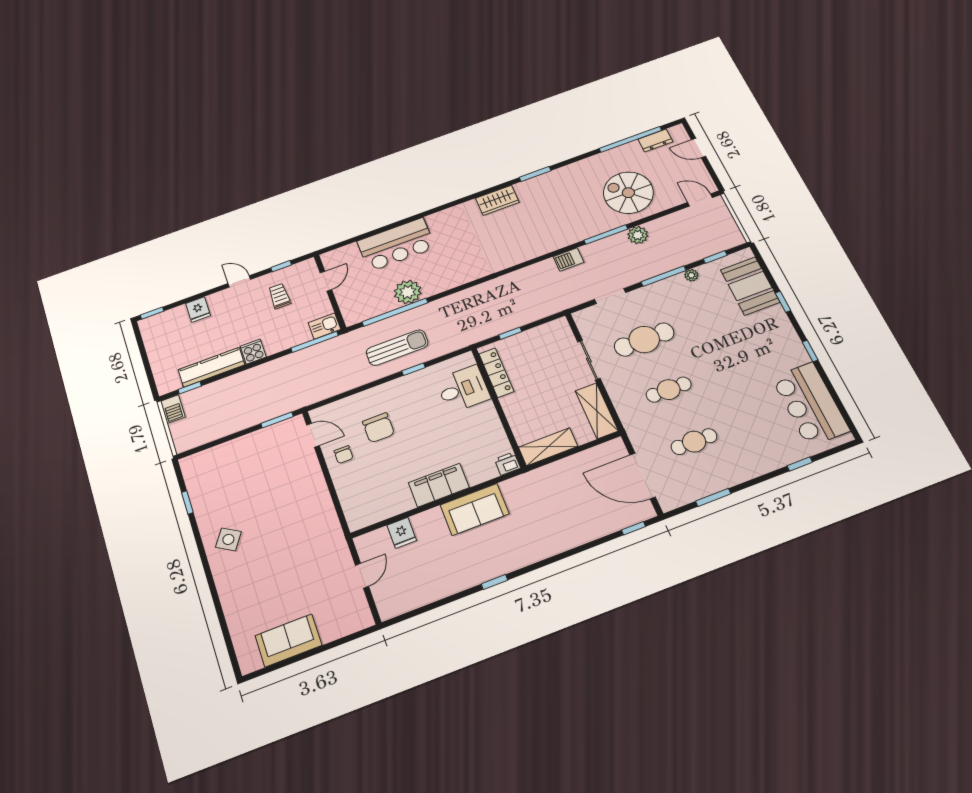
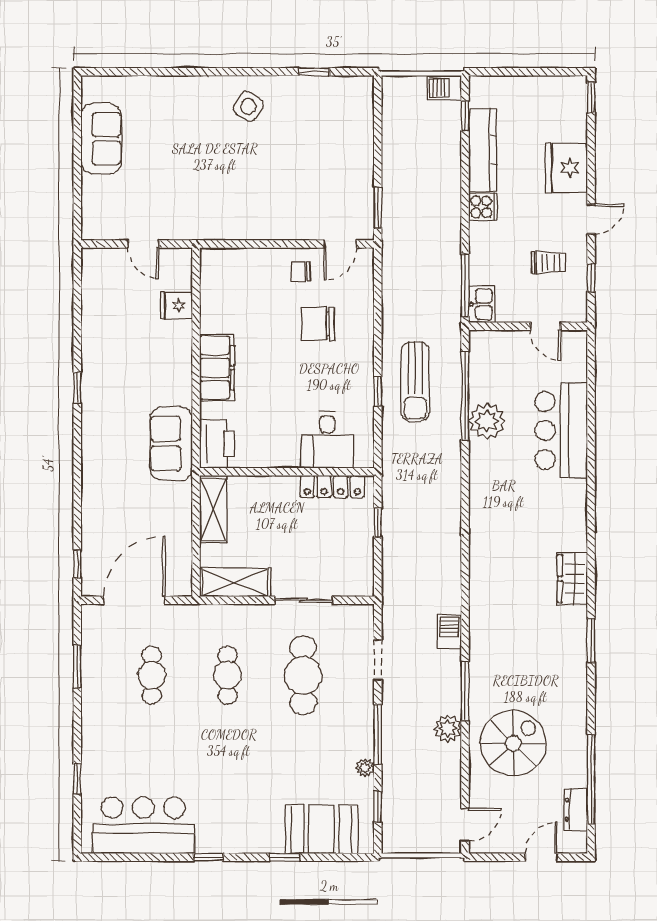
fridge: (198, 309) -> (567, 168), width x1.88, depth x1.34
printer: (507, 464) -> (217, 444), width x1.87, depth x1.48
sofa: (475, 509) -> (171, 444), moved

